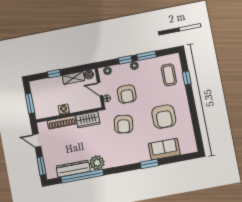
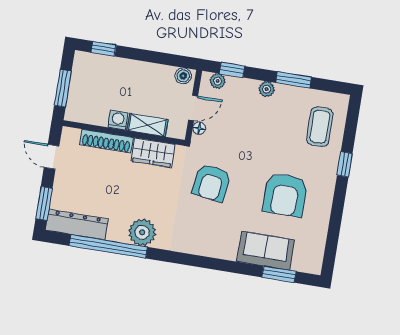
window: (125, 60) -> (232, 70), moved
window: (54, 74) -> (104, 49), moved
shelving: (73, 78) -> (147, 125), moved
window: (187, 78) -> (345, 164), moved
door: (100, 89) -> (193, 108), swing flipped
armchair: (127, 94) -> (236, 133), removed
window: (149, 164) -> (279, 274), moved
dresser: (73, 169) -> (77, 225), moved

